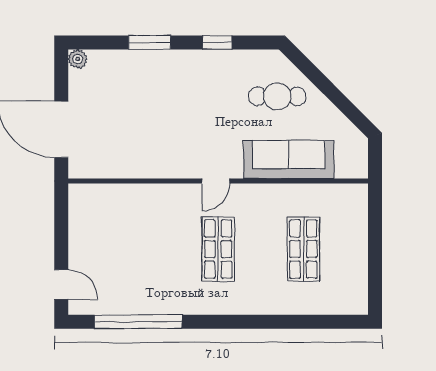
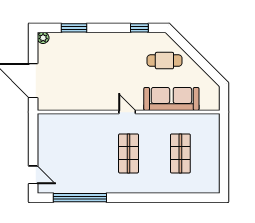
window: (150, 43) -> (74, 28), moved
window: (217, 43) -> (139, 28), moved
door: (216, 181) -> (127, 112), swing flipped

